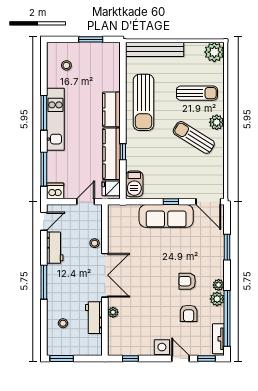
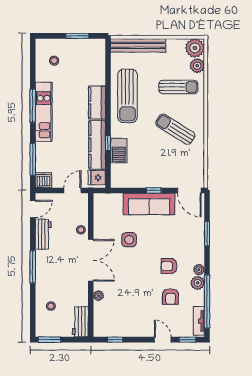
plant: (217, 122) -> (197, 66), moved
barbecue: (134, 184) -> (119, 151), moved
workbench: (94, 318) -> (80, 322), moved
side table: (162, 347) -> (129, 240), moved

